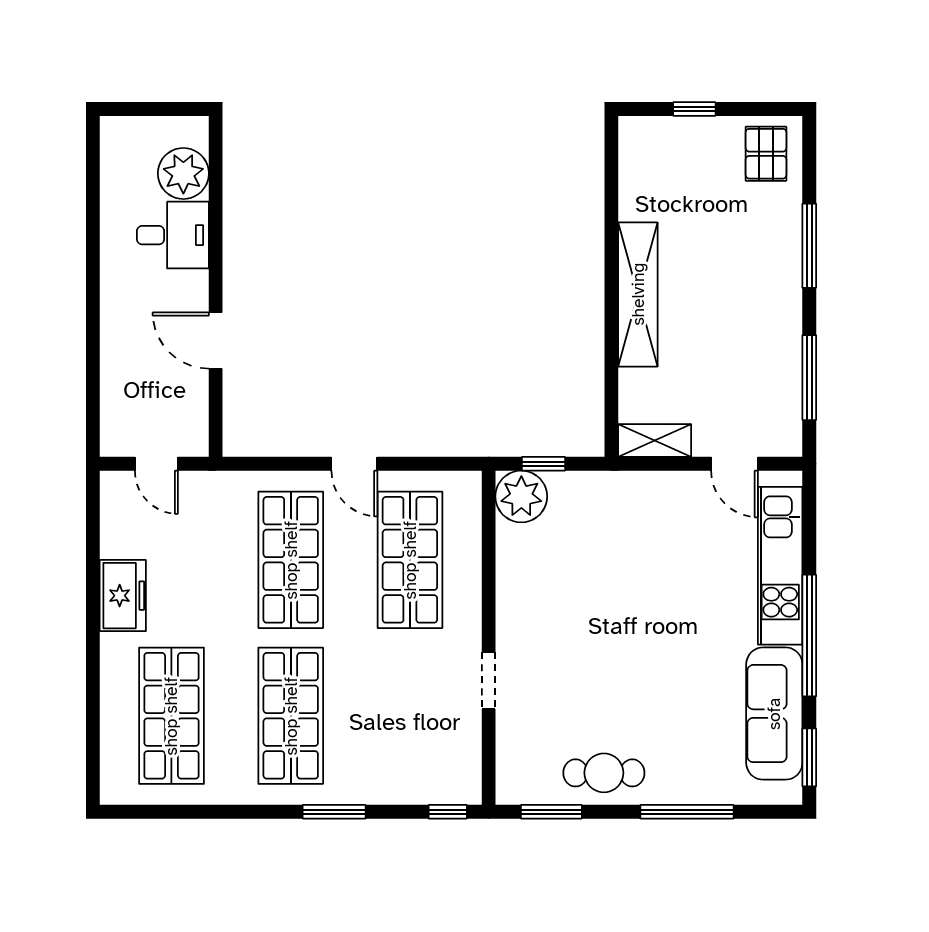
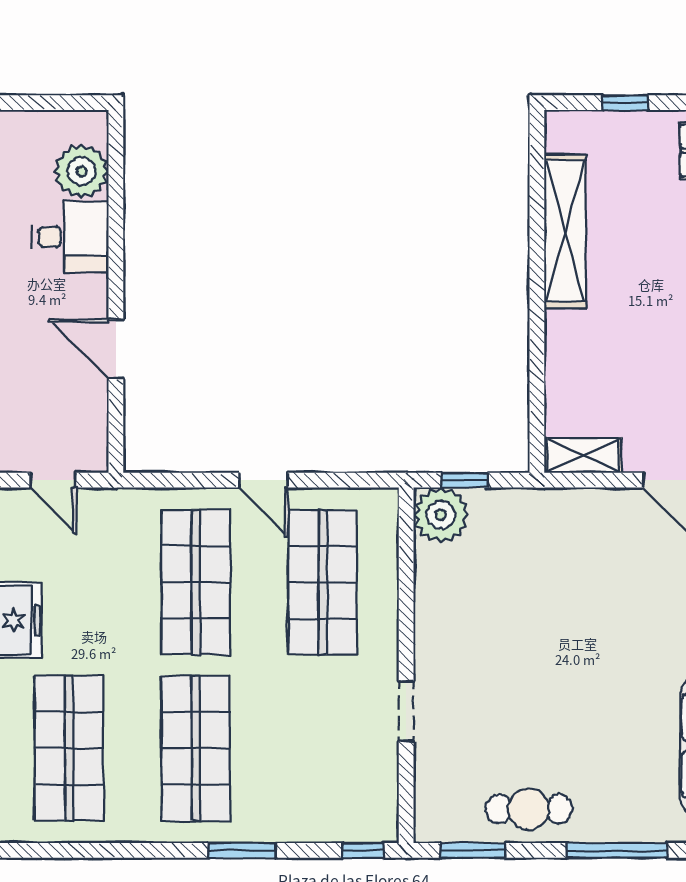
shelving: (638, 294) -> (565, 231), moved

